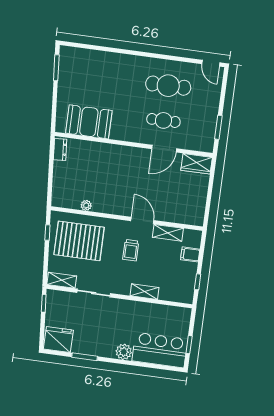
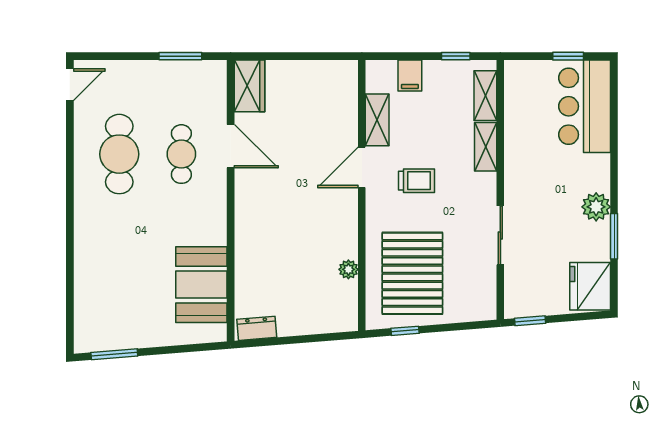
shelving: (62, 280) -> (485, 96), moved
plant: (124, 352) -> (596, 207), moved

